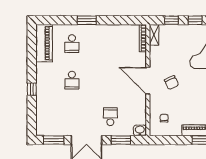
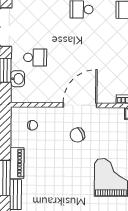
washbasin: (140, 130) -> (18, 79), moved

